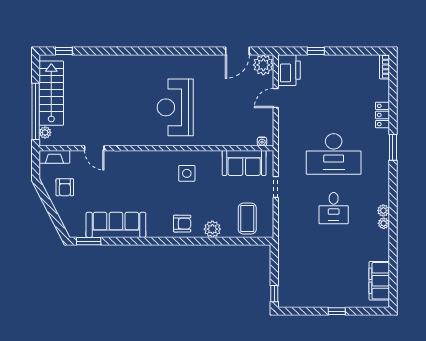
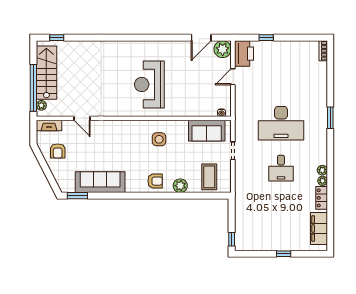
locker: (382, 115) -> (322, 198), moved

